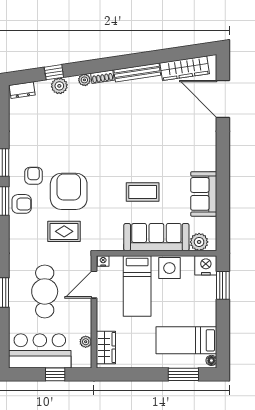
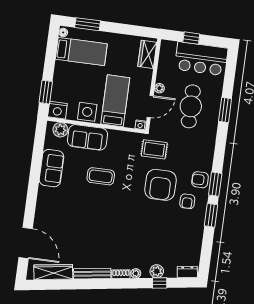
rug: (64, 231) -> (154, 149), moved
sofa: (156, 237) -> (87, 137), width x0.73
plant: (86, 342) -> (159, 88), moved

